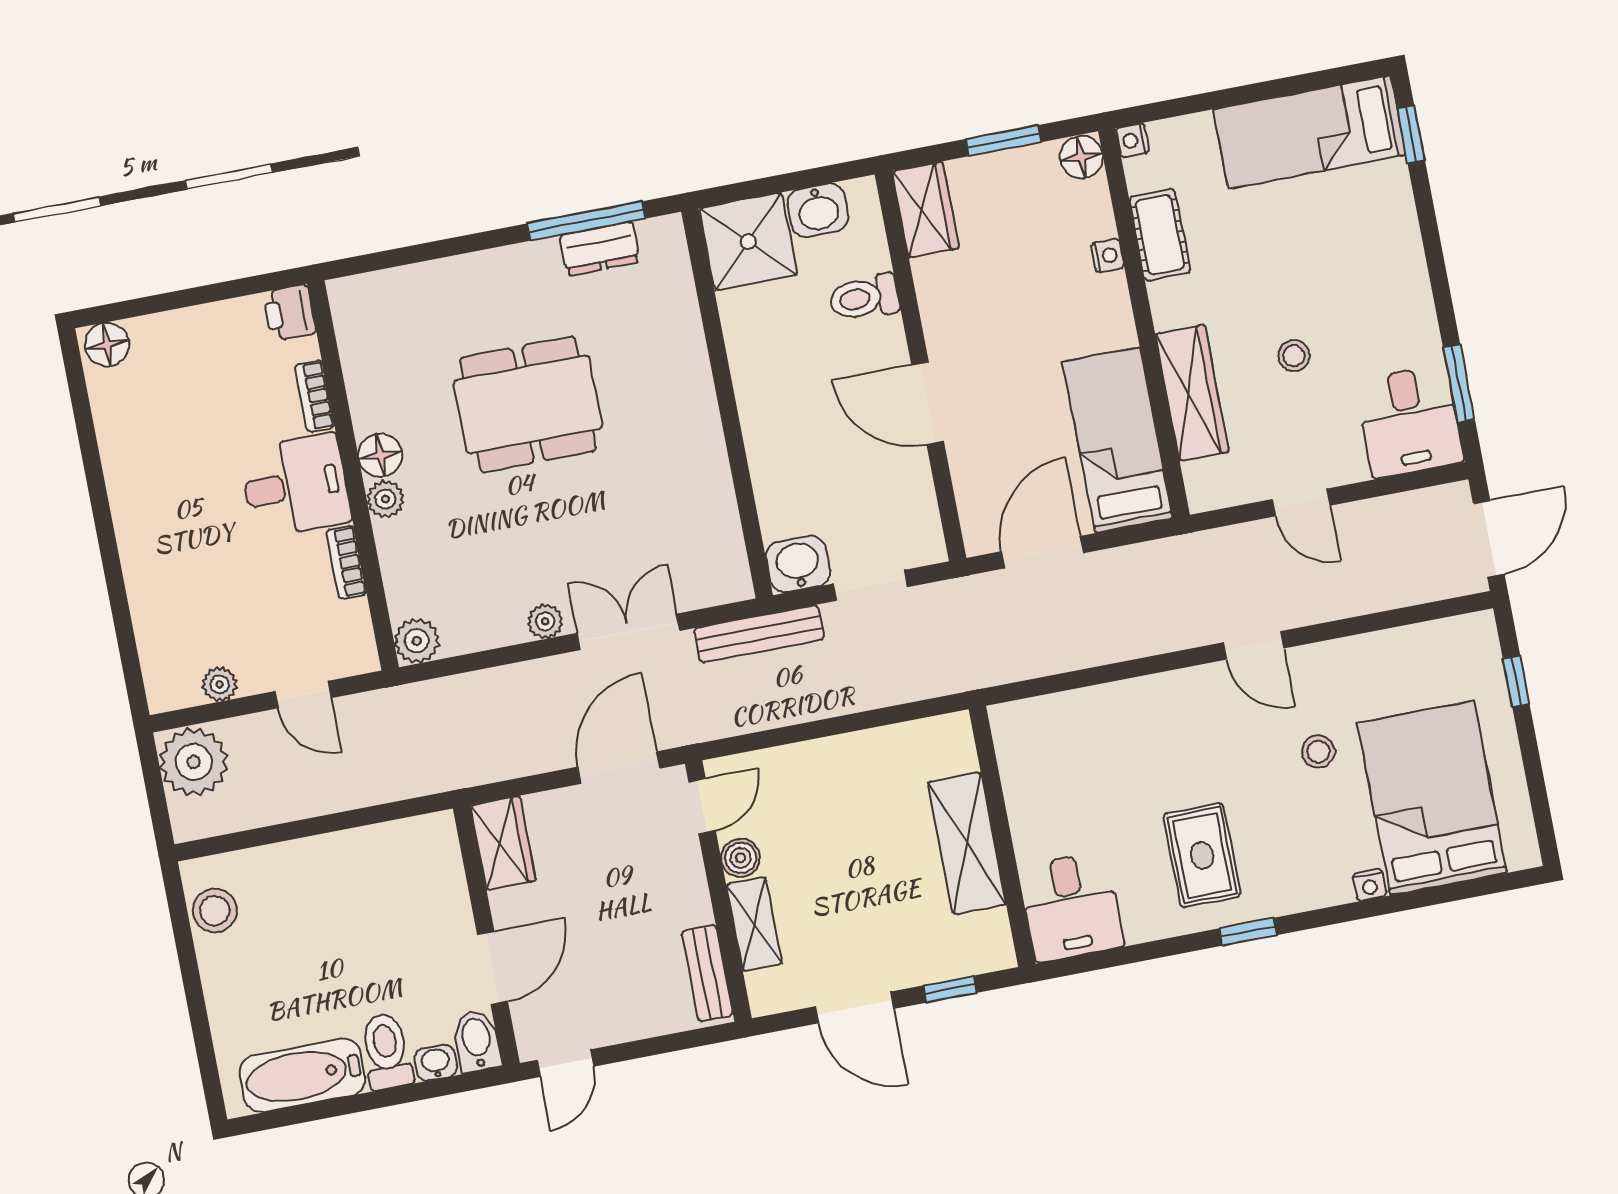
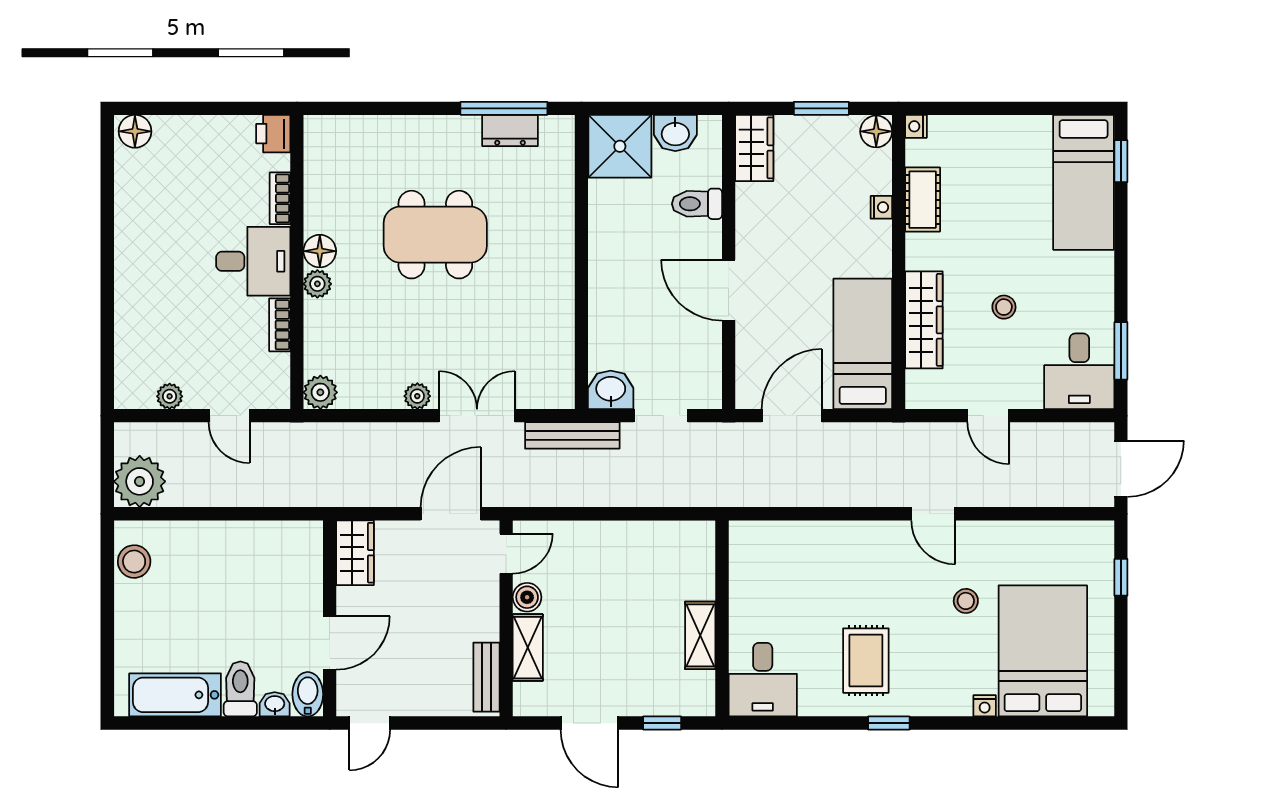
bed: (1310, 132) -> (1084, 182), moved, turned -90
plant: (194, 762) -> (140, 481), moved
shelving: (967, 843) -> (700, 635), width x0.67, depth x0.75

